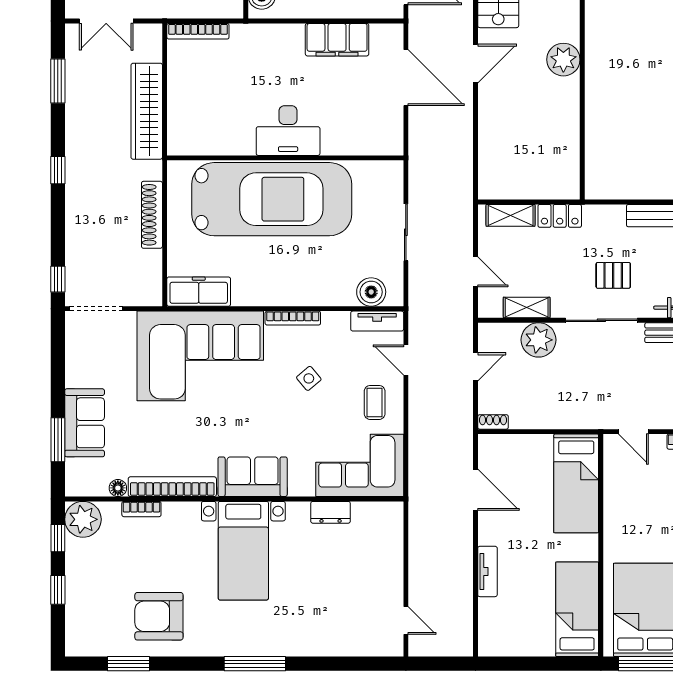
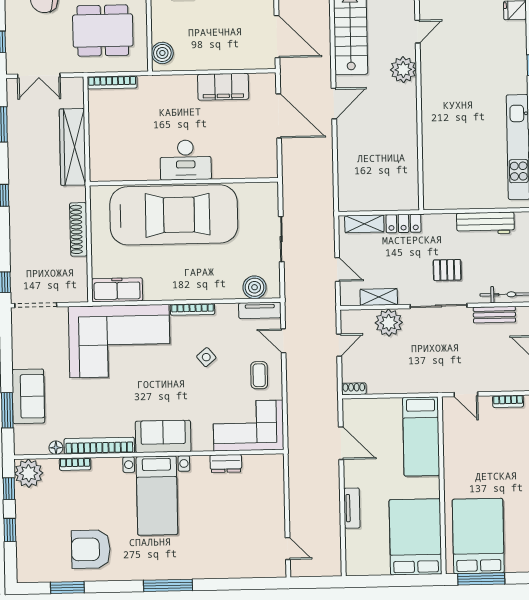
plant: (563, 60) -> (403, 70), moved
bed: (577, 609) -> (415, 537), width x1.50

